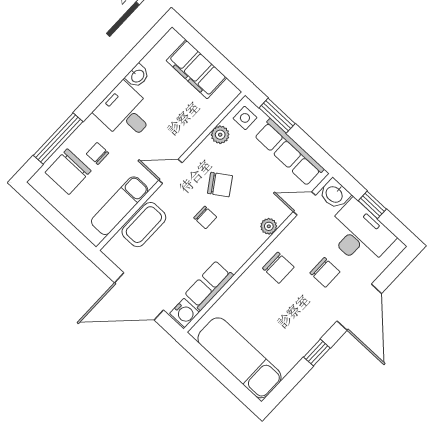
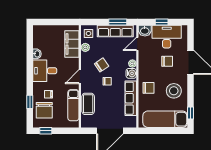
filing cabinet: (197, 69) -> (72, 44), moved, turned 90
window: (277, 116) -> (118, 22), moved
window: (58, 138) -> (30, 102), width x0.46
window: (41, 205) -> (46, 131), added
chair: (278, 268) -> (149, 88), moved
row of seats: (209, 285) -> (131, 98), width x1.48
water cooler: (184, 313) -> (131, 73), moved
stool: (293, 327) -> (174, 91), added
window: (317, 353) -> (191, 113), moved

